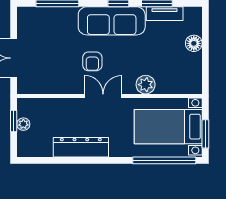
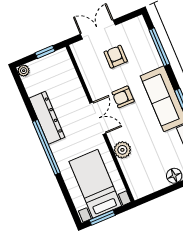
armchair: (49, 52) -> (116, 57), added
plant: (23, 124) -> (24, 71), moved
window: (164, 160) -> (46, 147), moved

